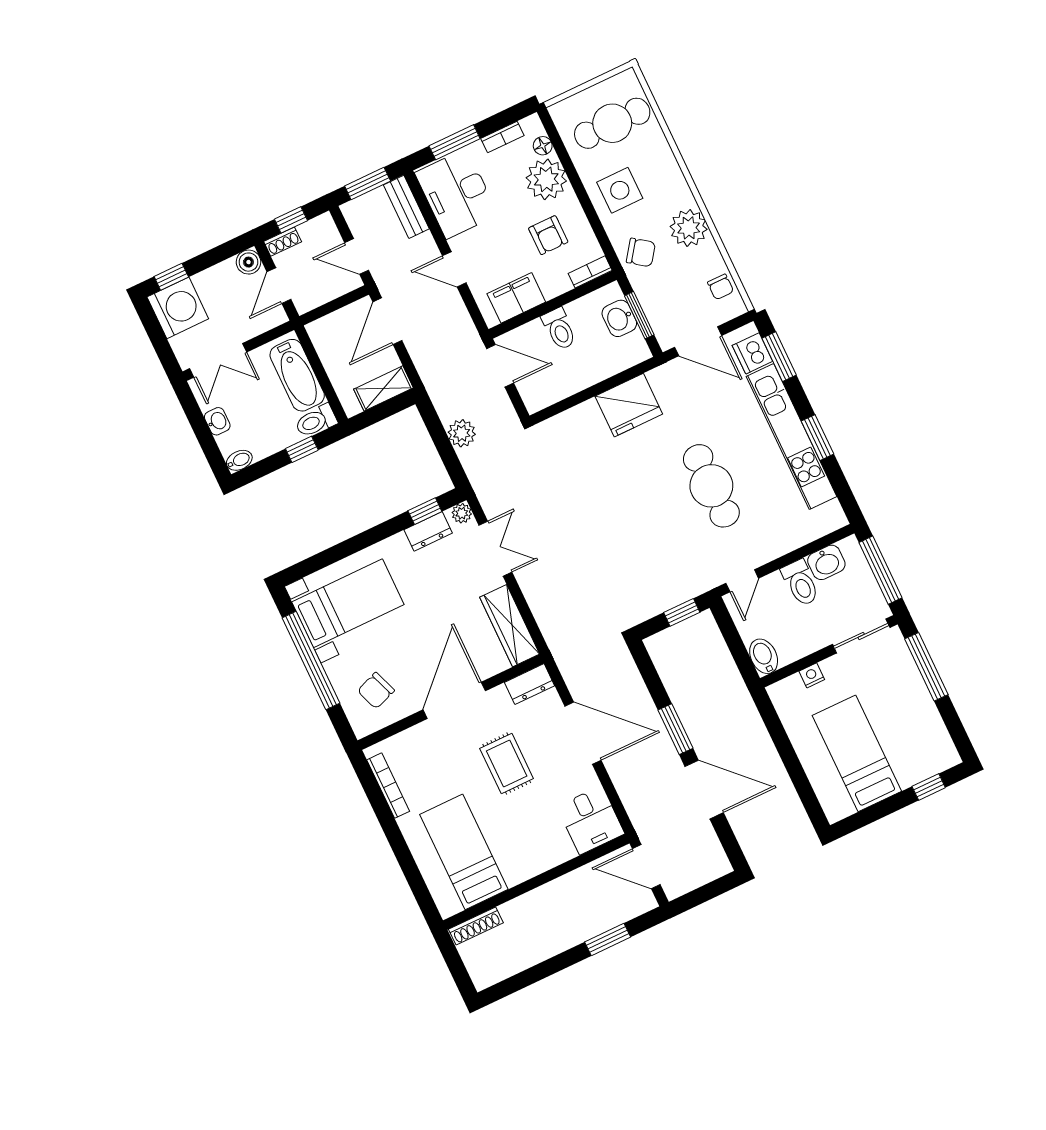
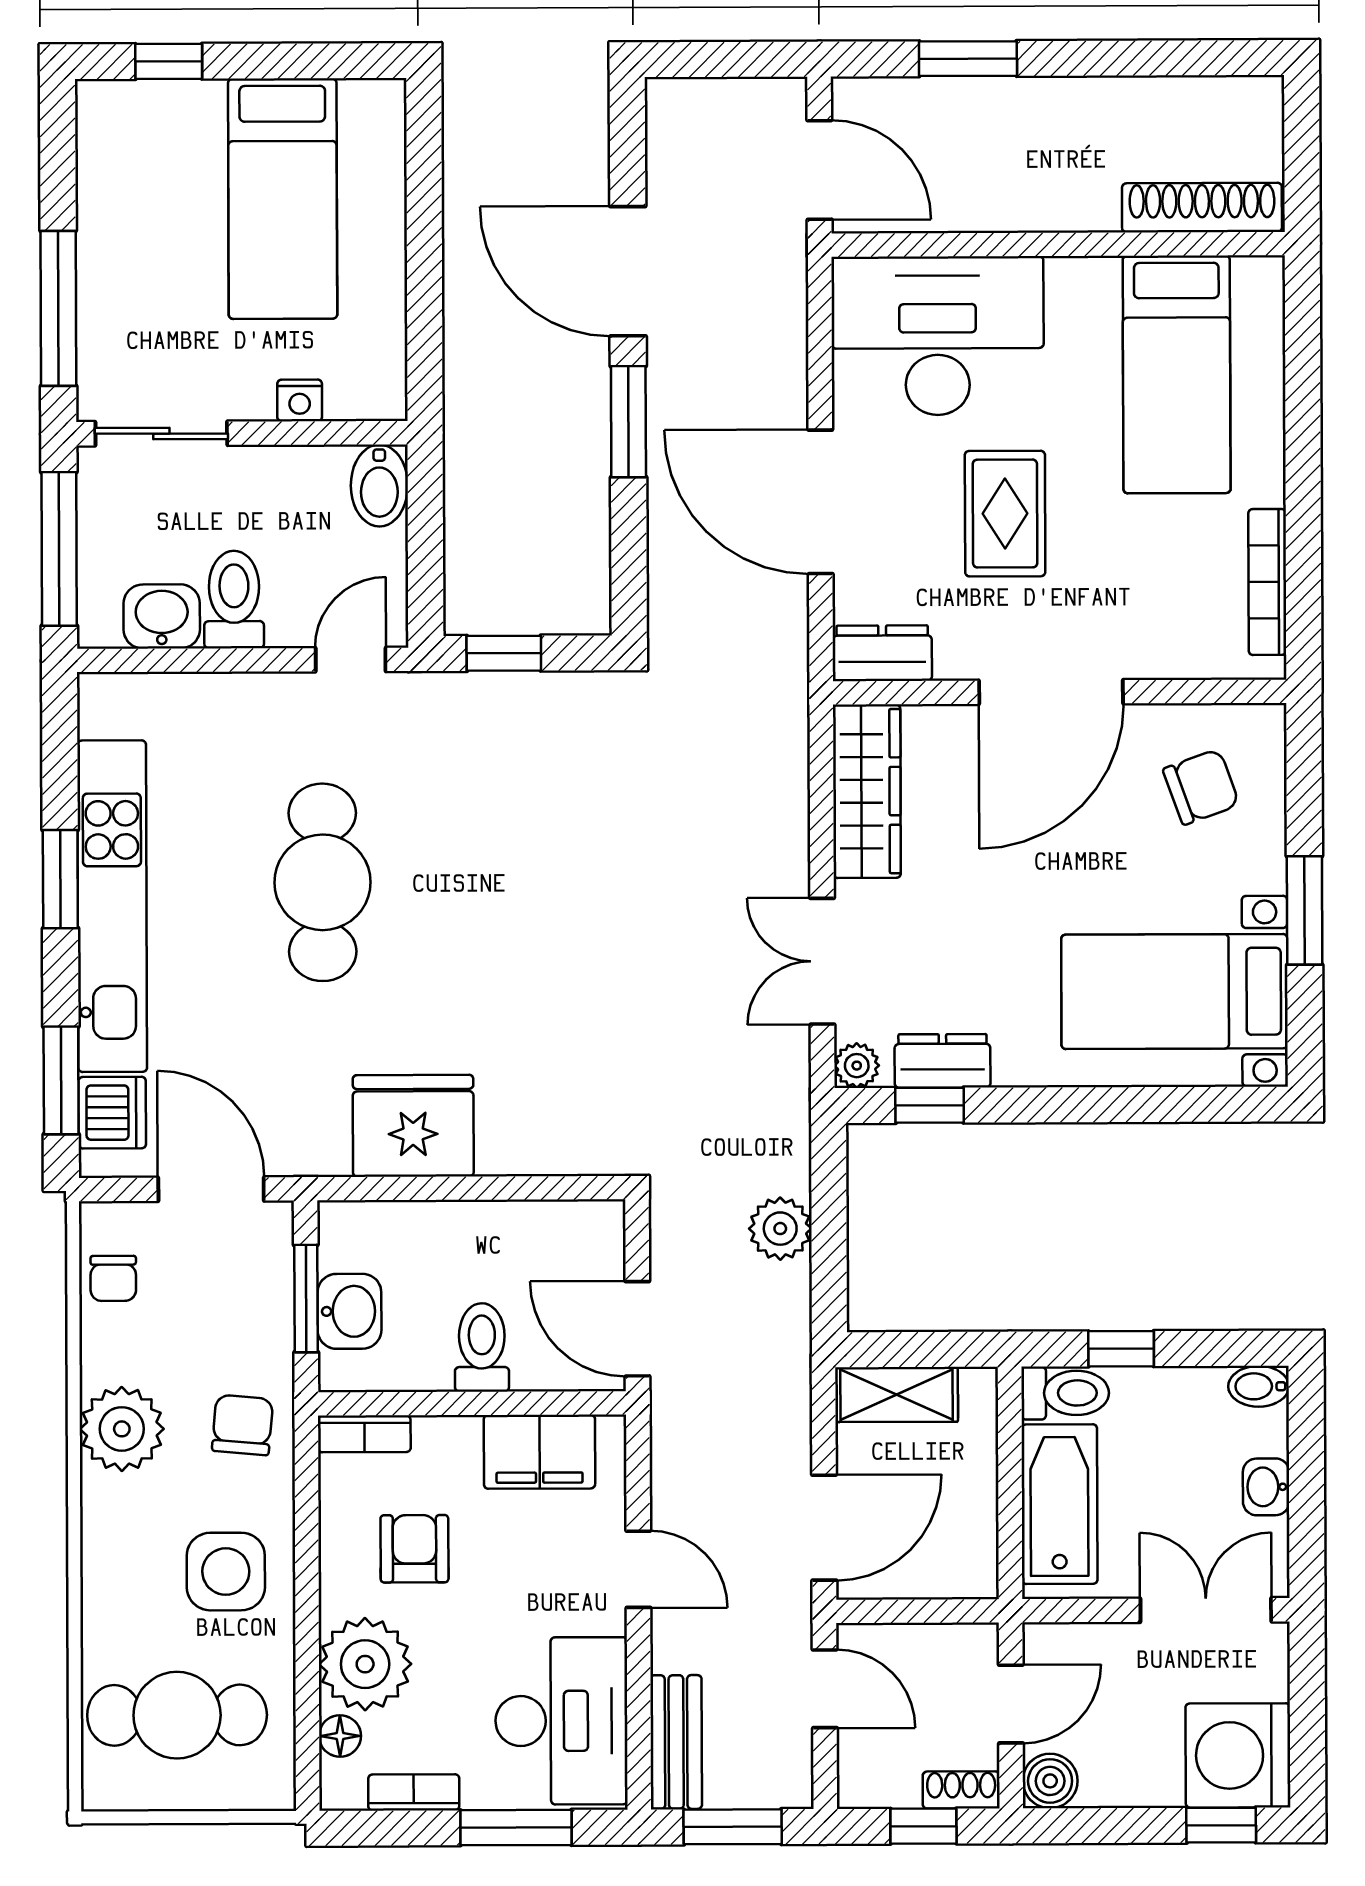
chair: (641, 252) -> (242, 1425), turned 59
chair: (721, 287) -> (113, 1278), turned 180
window: (311, 661) -> (1305, 910), width x0.47
desk: (591, 820) -> (938, 336), width x1.87, depth x1.30
shoe rack: (476, 926) -> (1202, 208), width x1.36, depth x1.24

